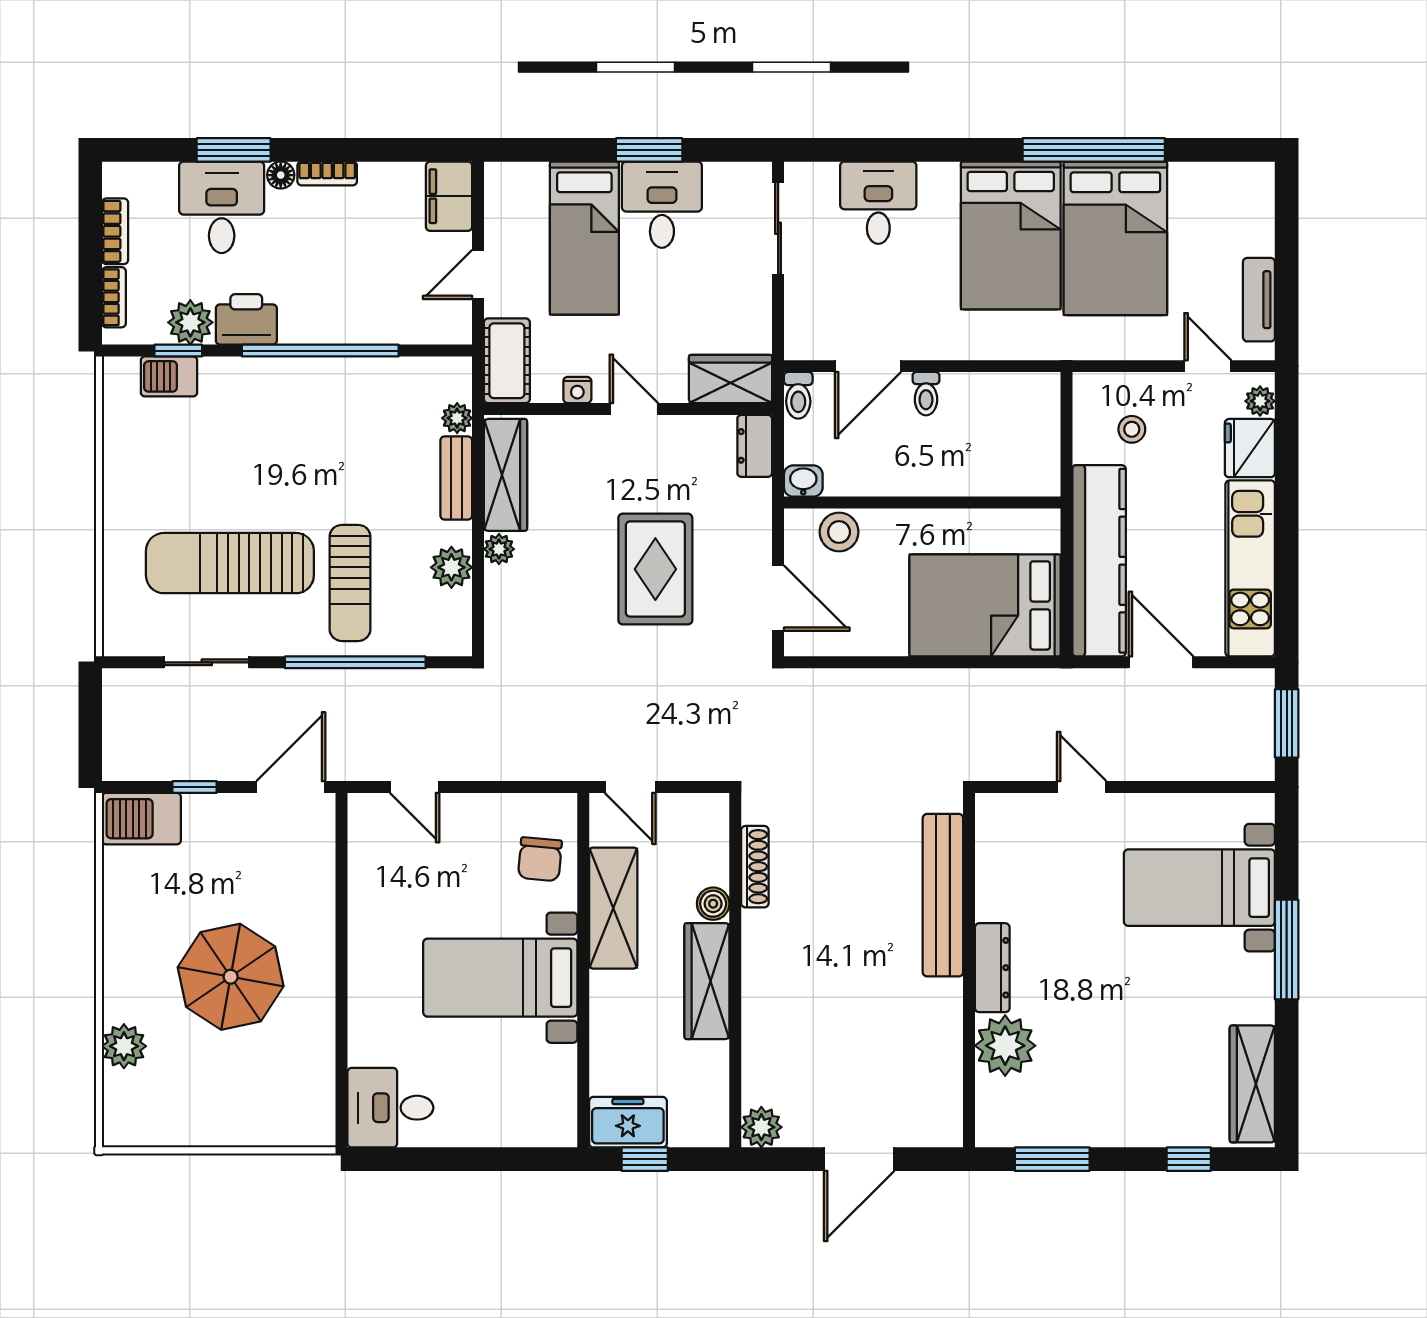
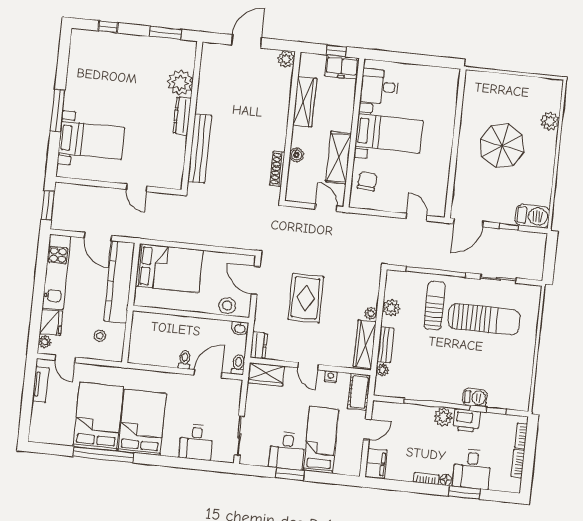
plant: (190, 322) -> (443, 417), moved
barbecue: (169, 376) -> (475, 397), moved
wardrobe: (707, 981) -> (305, 102), moved
wardrobe: (1252, 1084) -> (78, 56), removed
desk: (390, 1108) -> (379, 87), moved, turned 180

